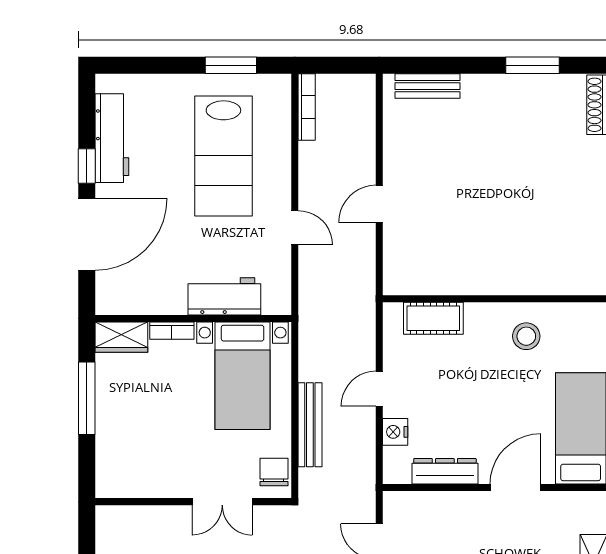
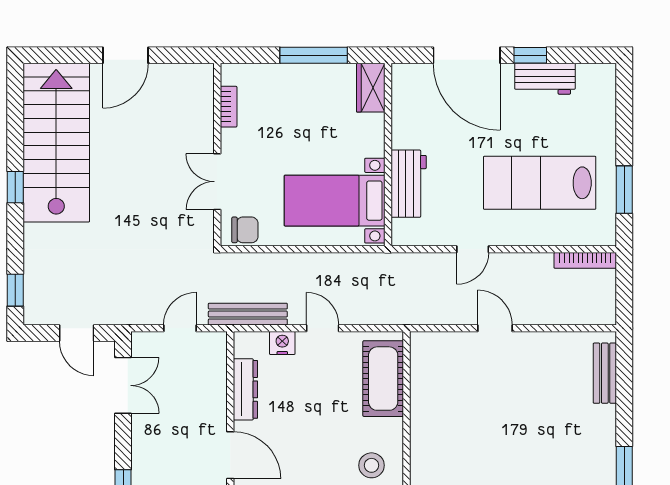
workbench: (112, 138) -> (545, 79), width x0.73
cot: (433, 318) -> (383, 379), width x1.37, depth x1.34
bookcase: (172, 331) -> (229, 107), moved, turned 180
bench: (310, 425) -> (248, 314), moved

